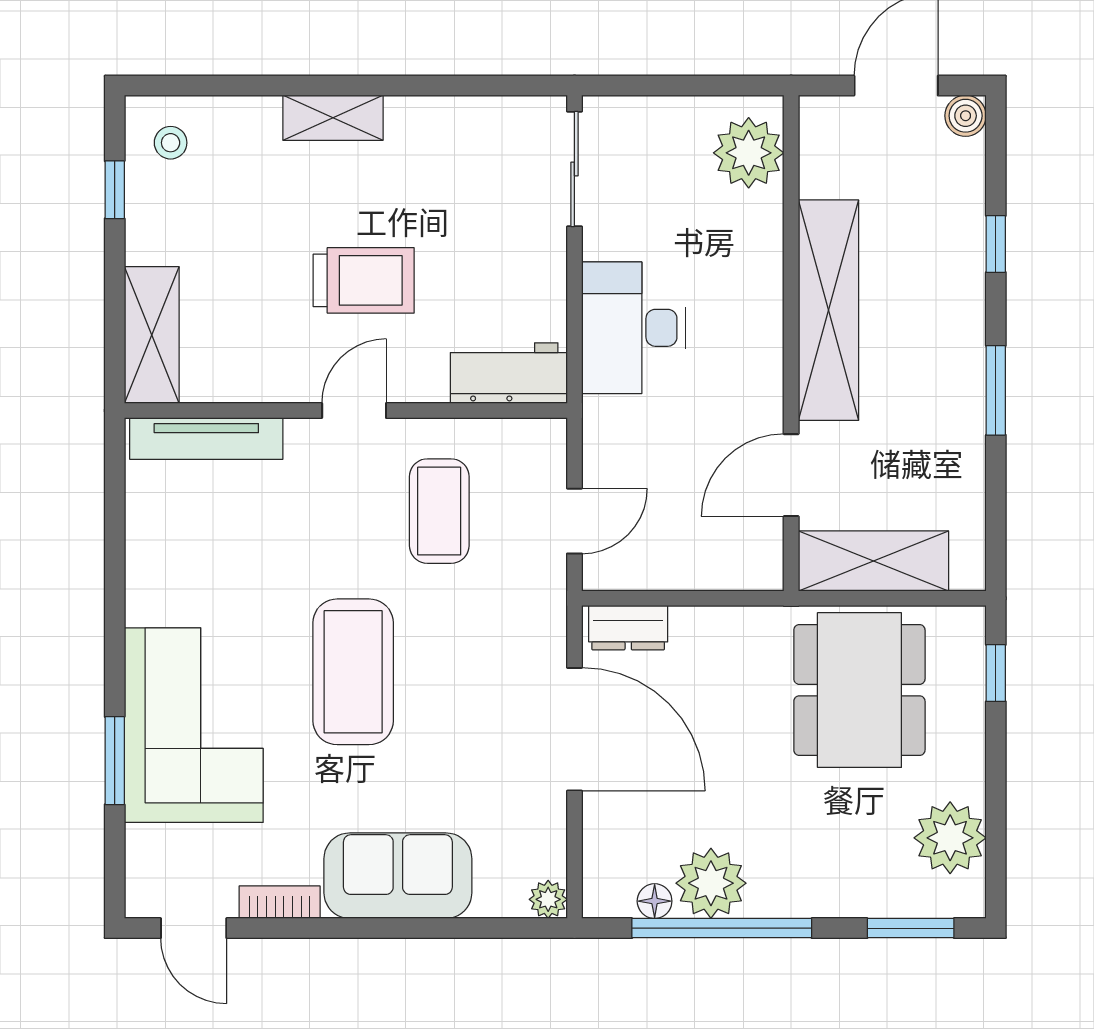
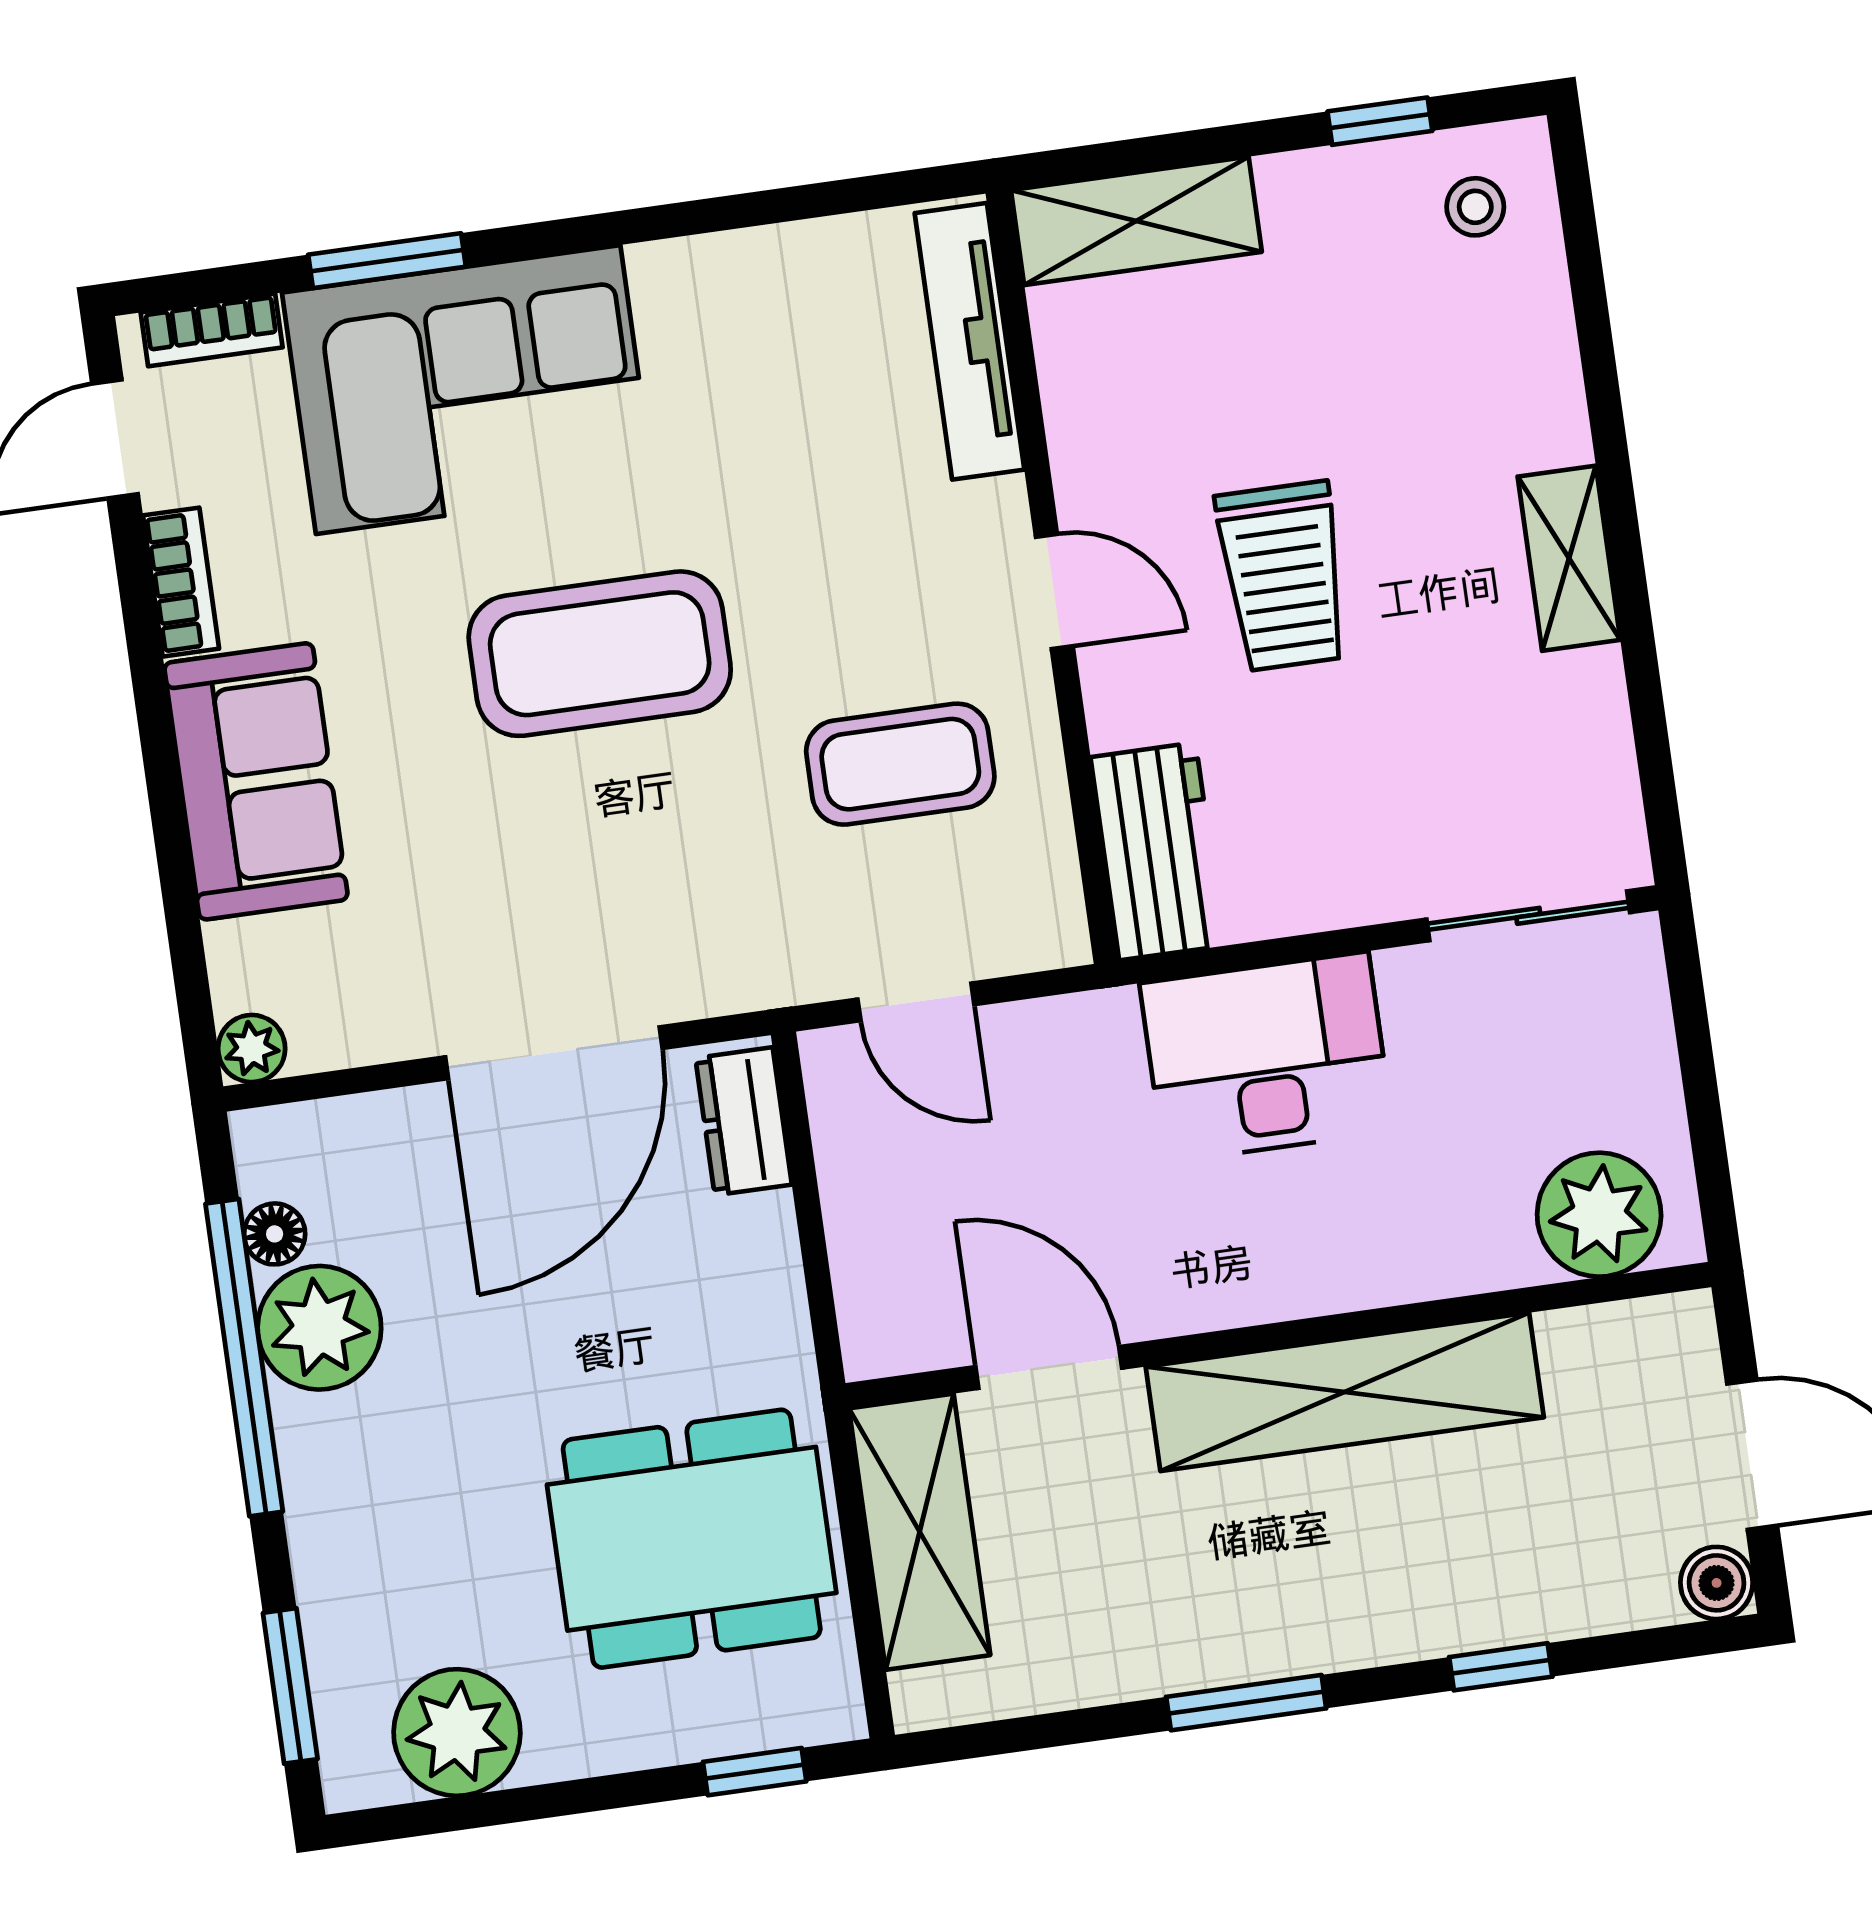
shelving: (333, 118) -> (1569, 558), moved
bookcase: (140, 865) -> (212, 330), added

